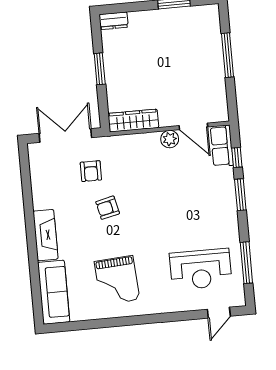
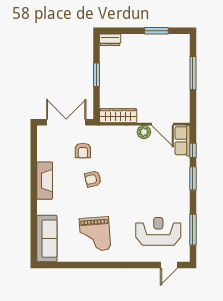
fireplace: (46, 235) -> (45, 181), moved
reception desk: (201, 269) -> (158, 231), turned 180

